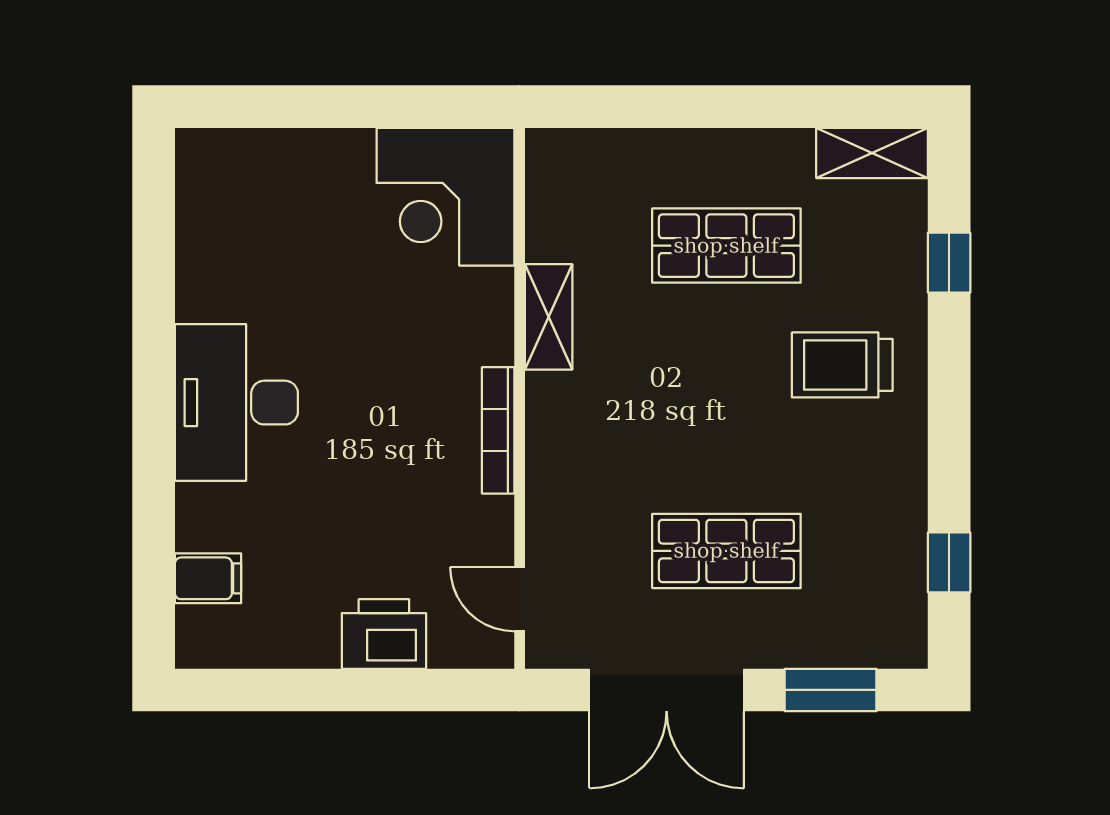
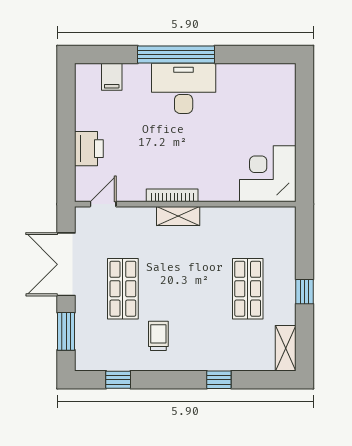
window: (734, 107) -> (305, 292), added
window: (949, 263) -> (219, 380), moved
shelving: (549, 317) -> (178, 216), moved
trolley: (842, 365) -> (158, 336), moved, width x0.73, depth x0.72
window: (154, 421) -> (176, 55), added

